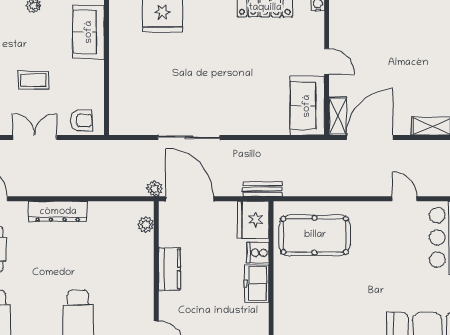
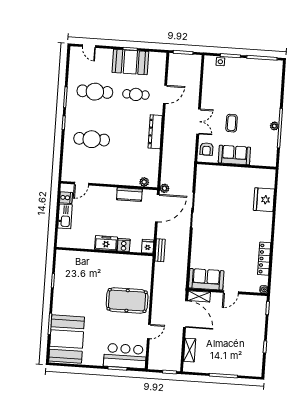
sofa: (89, 32) -> (234, 155), moved
fridge: (253, 220) -> (148, 246), width x0.53, depth x0.75
pool table: (315, 235) -> (127, 301), moved, turned 90
kitchen counter: (169, 269) -> (129, 194), moved

